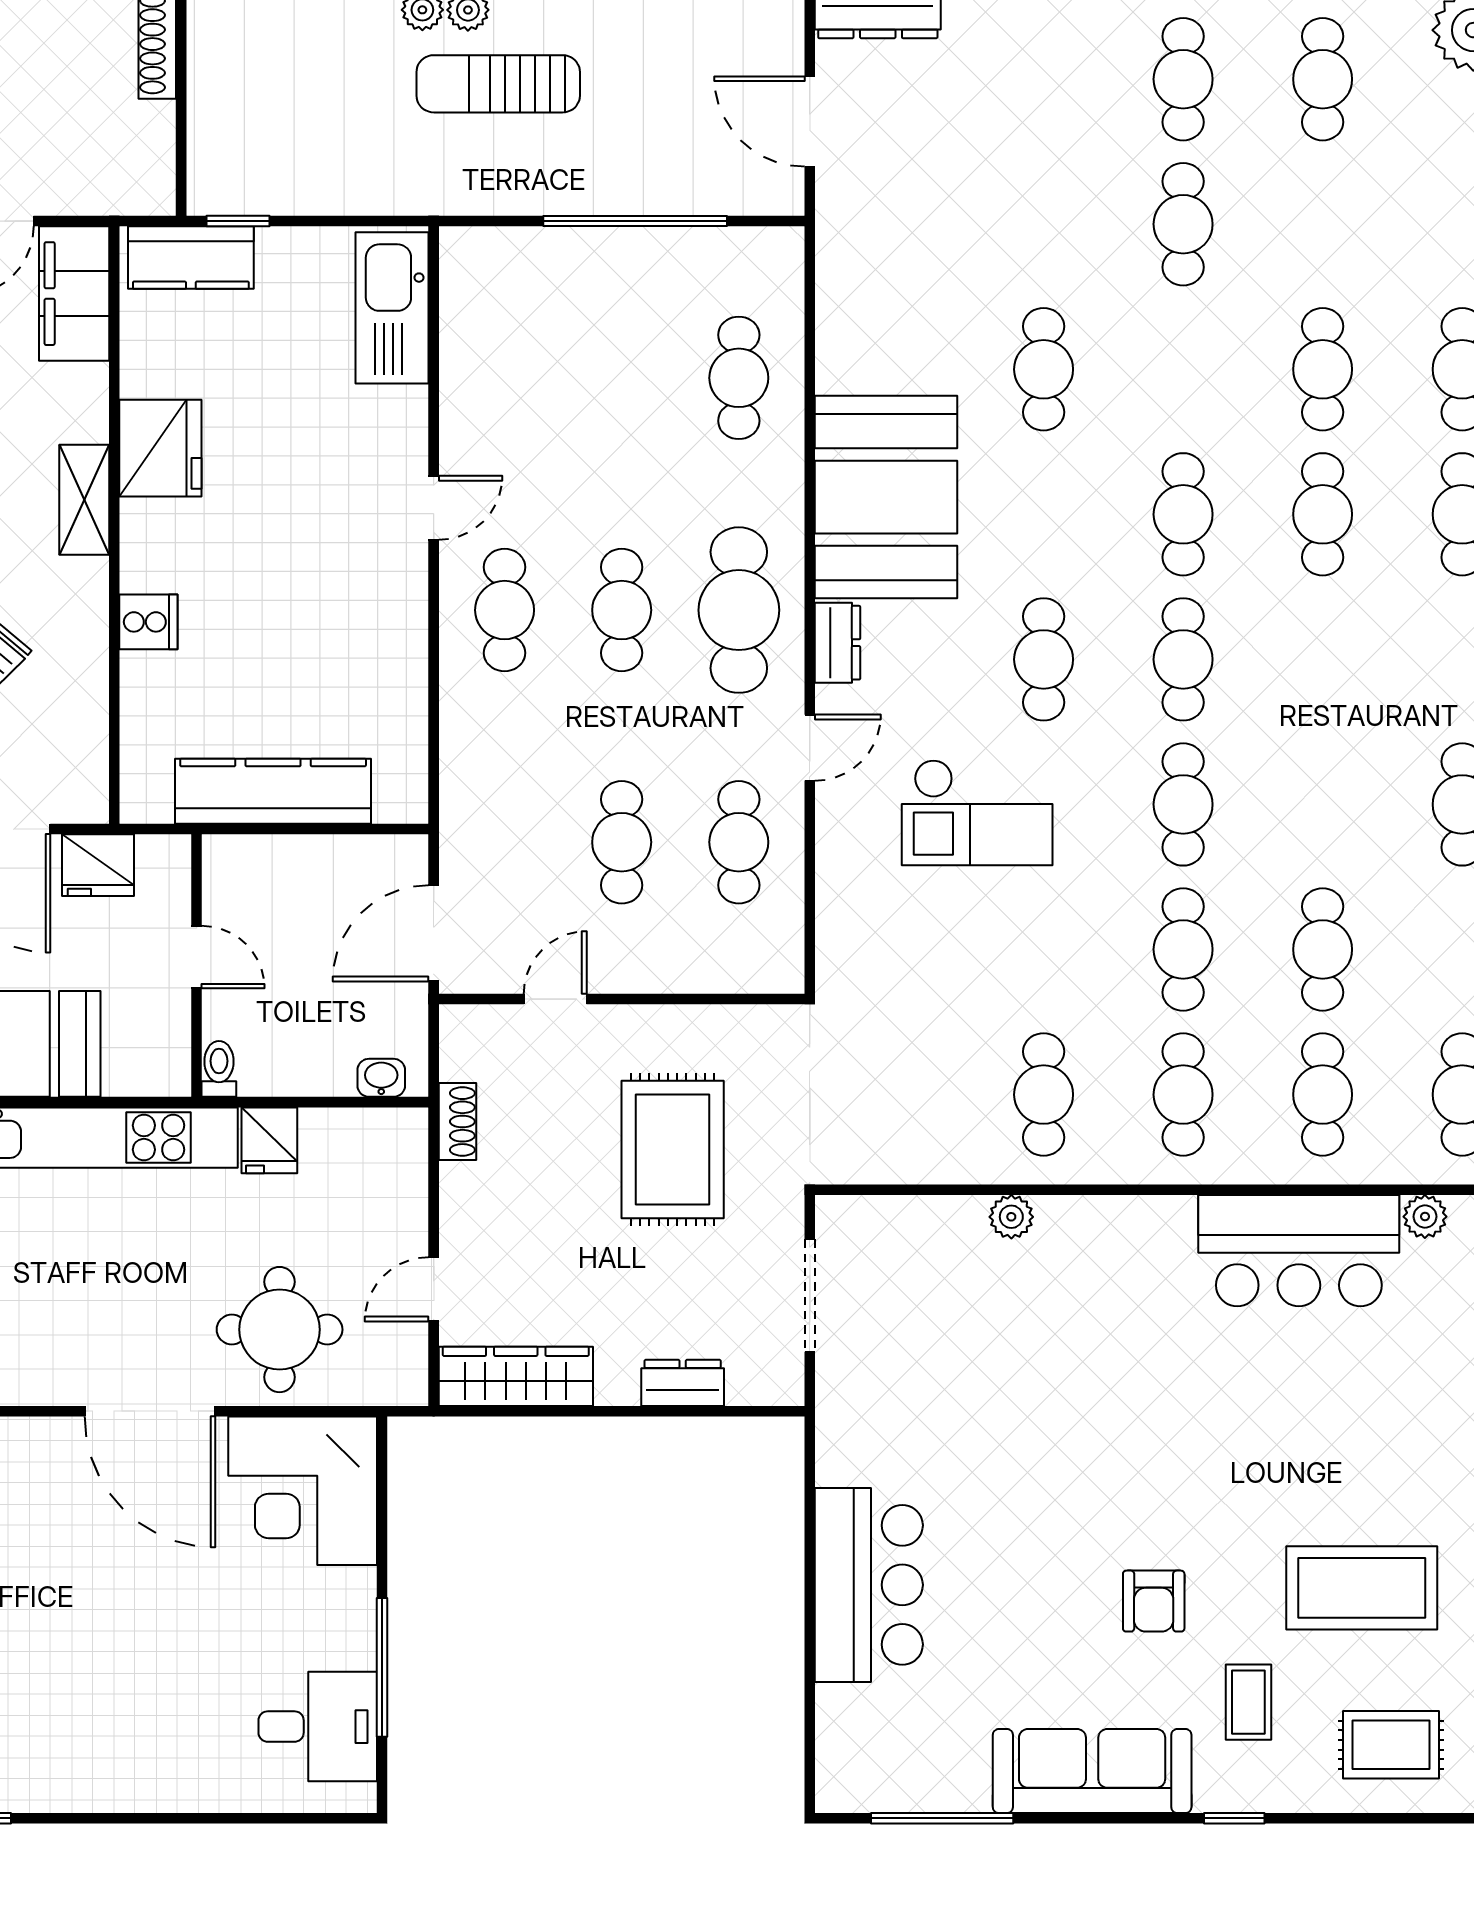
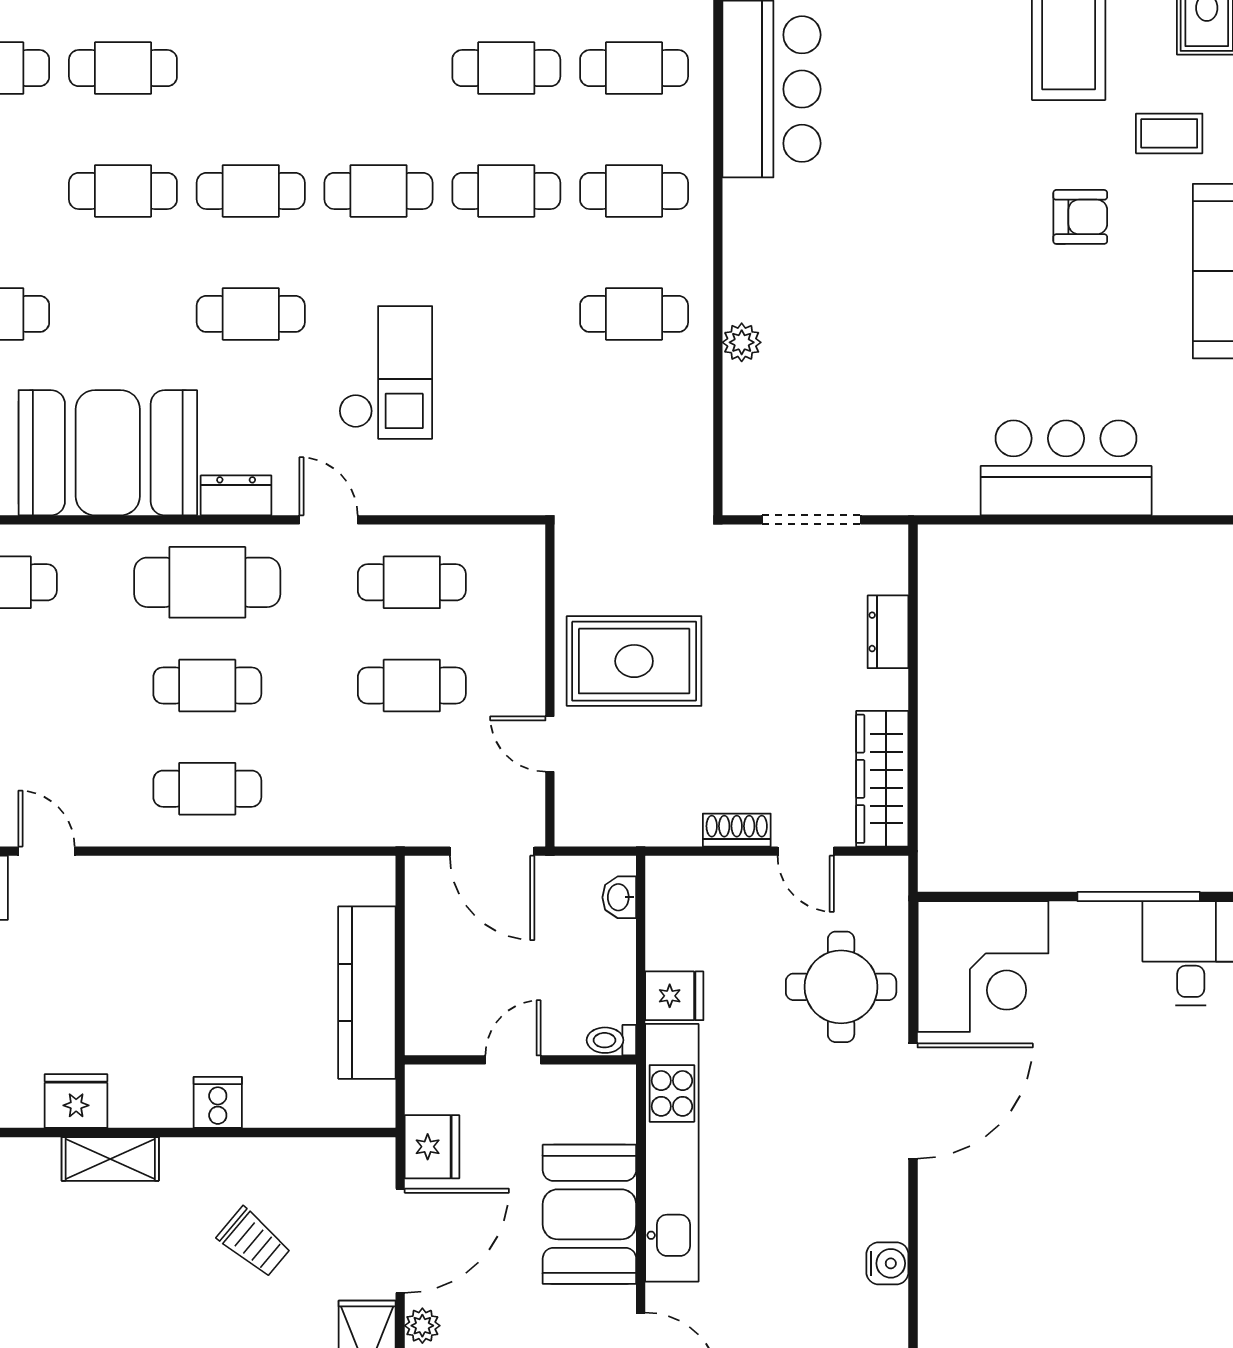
fridge: (160, 448) -> (76, 1101), width x0.73, depth x0.75
door: (434, 508) -> (46, 851), moved
shoe rack: (457, 1122) -> (737, 830), moved
rug: (673, 1150) -> (634, 661), moved

